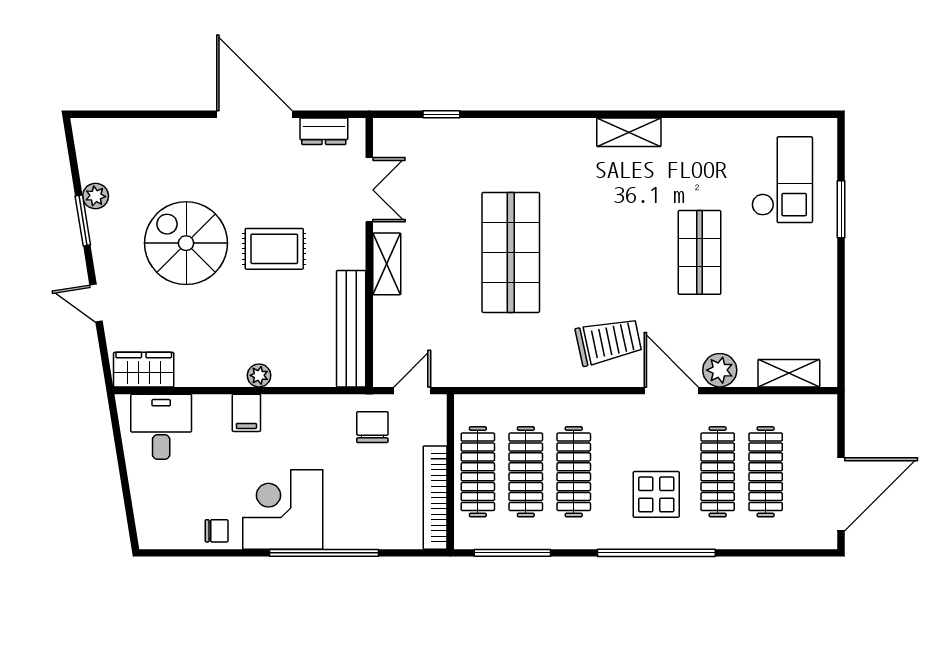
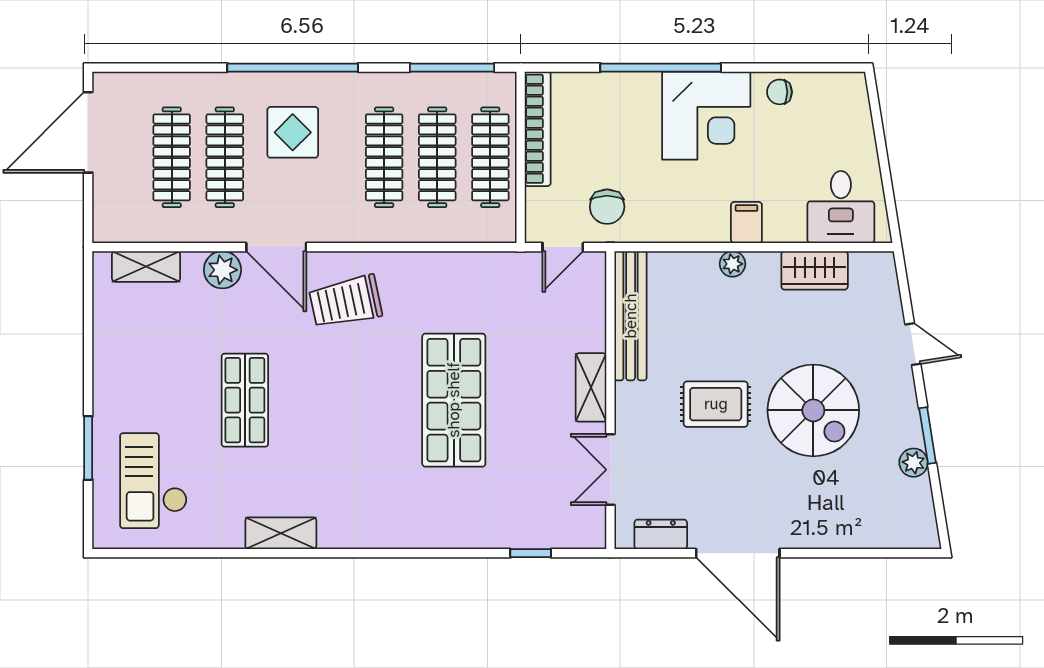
shelving: (629, 132) -> (281, 533), moved
wardrobe: (144, 370) -> (815, 270), moved

